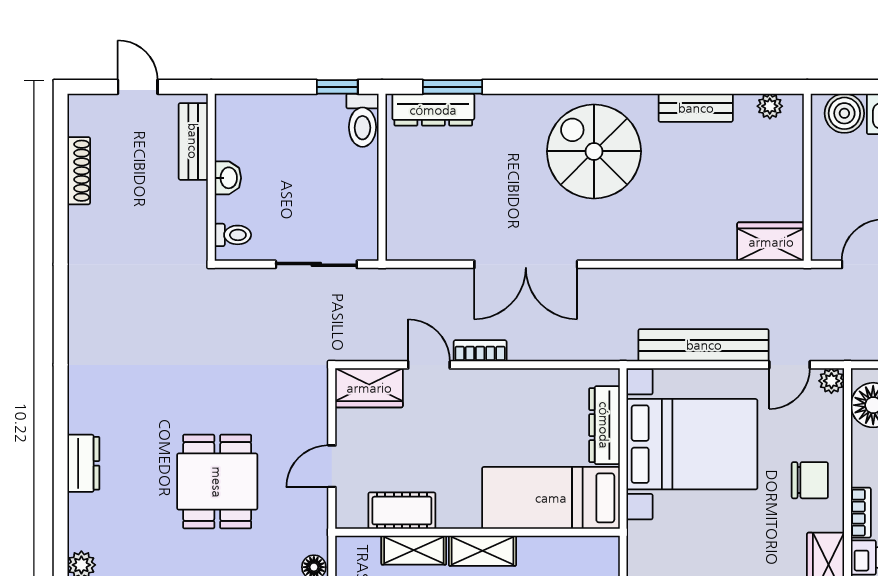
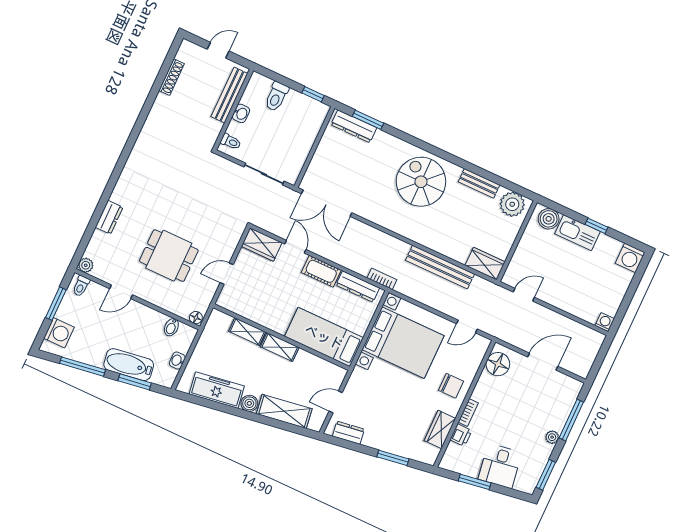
door: (138, 87) -> (218, 50), hinge flipped
plant: (770, 106) -> (512, 204), width x1.88, depth x1.88
toilet: (362, 120) -> (276, 97), moved
bench: (193, 141) -> (229, 95), width x1.36
double door: (526, 264) -> (327, 203), moved
bench: (704, 345) -> (440, 267), moved
bookcase: (480, 351) -> (382, 279), moved
plant: (831, 381) -> (483, 343), removed
dresser: (604, 425) -> (358, 287), moved, turned -90
dining table: (217, 482) -> (169, 256), turned 90
cot: (402, 511) -> (321, 271), moved

